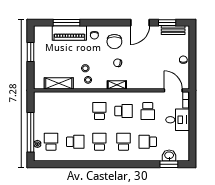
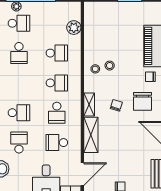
chair: (114, 42) -> (143, 101), turned -90
shelving: (59, 83) -> (91, 135), moved
plant: (55, 97) -> (74, 28), added
school desk: (99, 142) -> (57, 53), moved

